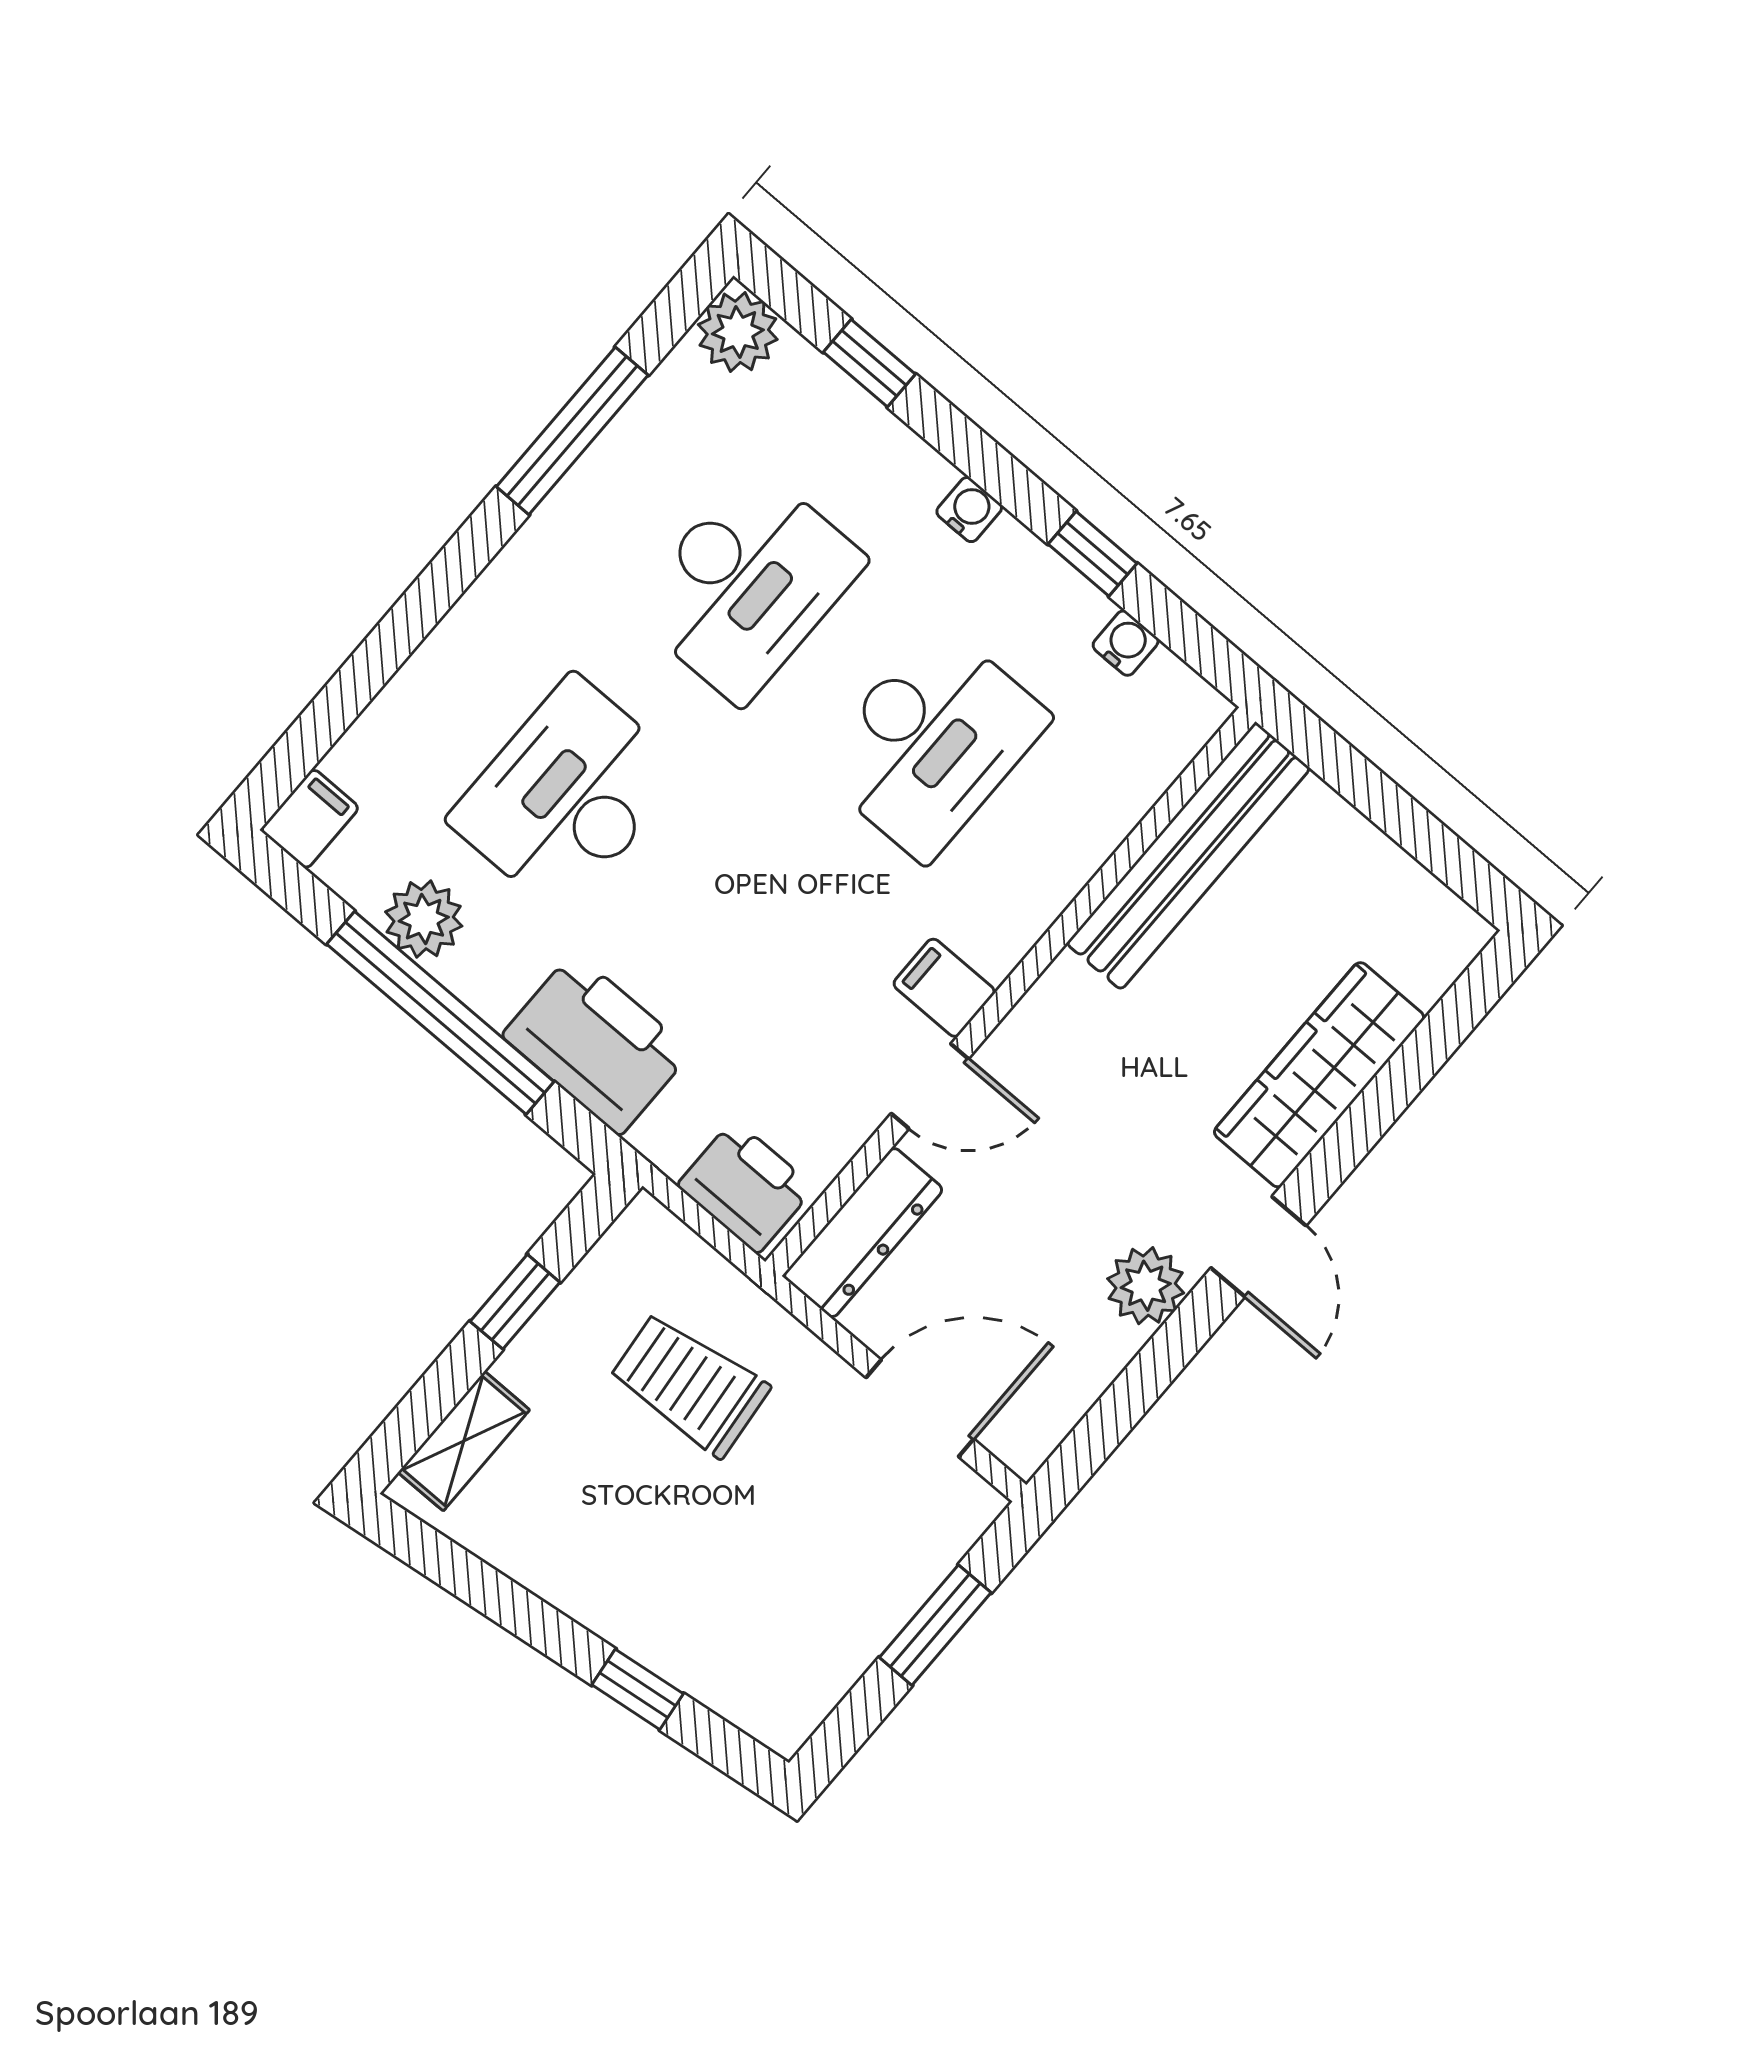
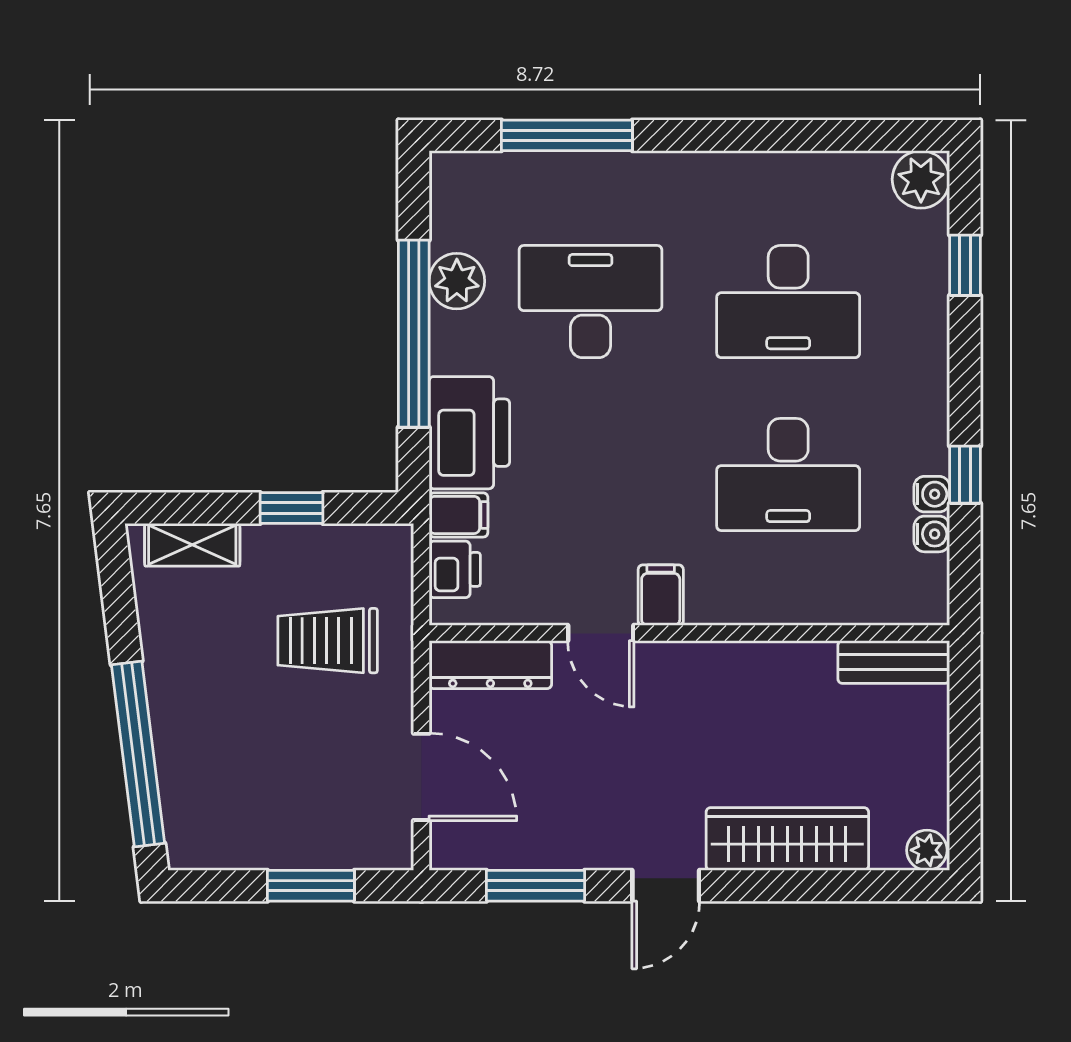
window: (572, 431) -> (567, 135), moved
water cooler: (969, 510) -> (932, 494), moved
filing cabinet: (310, 819) -> (458, 515), moved
bench: (1188, 856) -> (894, 662), width x0.54, depth x0.82
printer: (746, 1187) -> (455, 569), width x0.73, depth x0.81
plant: (1146, 1286) -> (927, 850), moved, width x0.73, depth x0.73
trolley: (689, 1384) -> (328, 641), turned -84
window: (1140, 1386) -> (535, 886), added
window: (638, 1689) -> (138, 754), width x3.17

